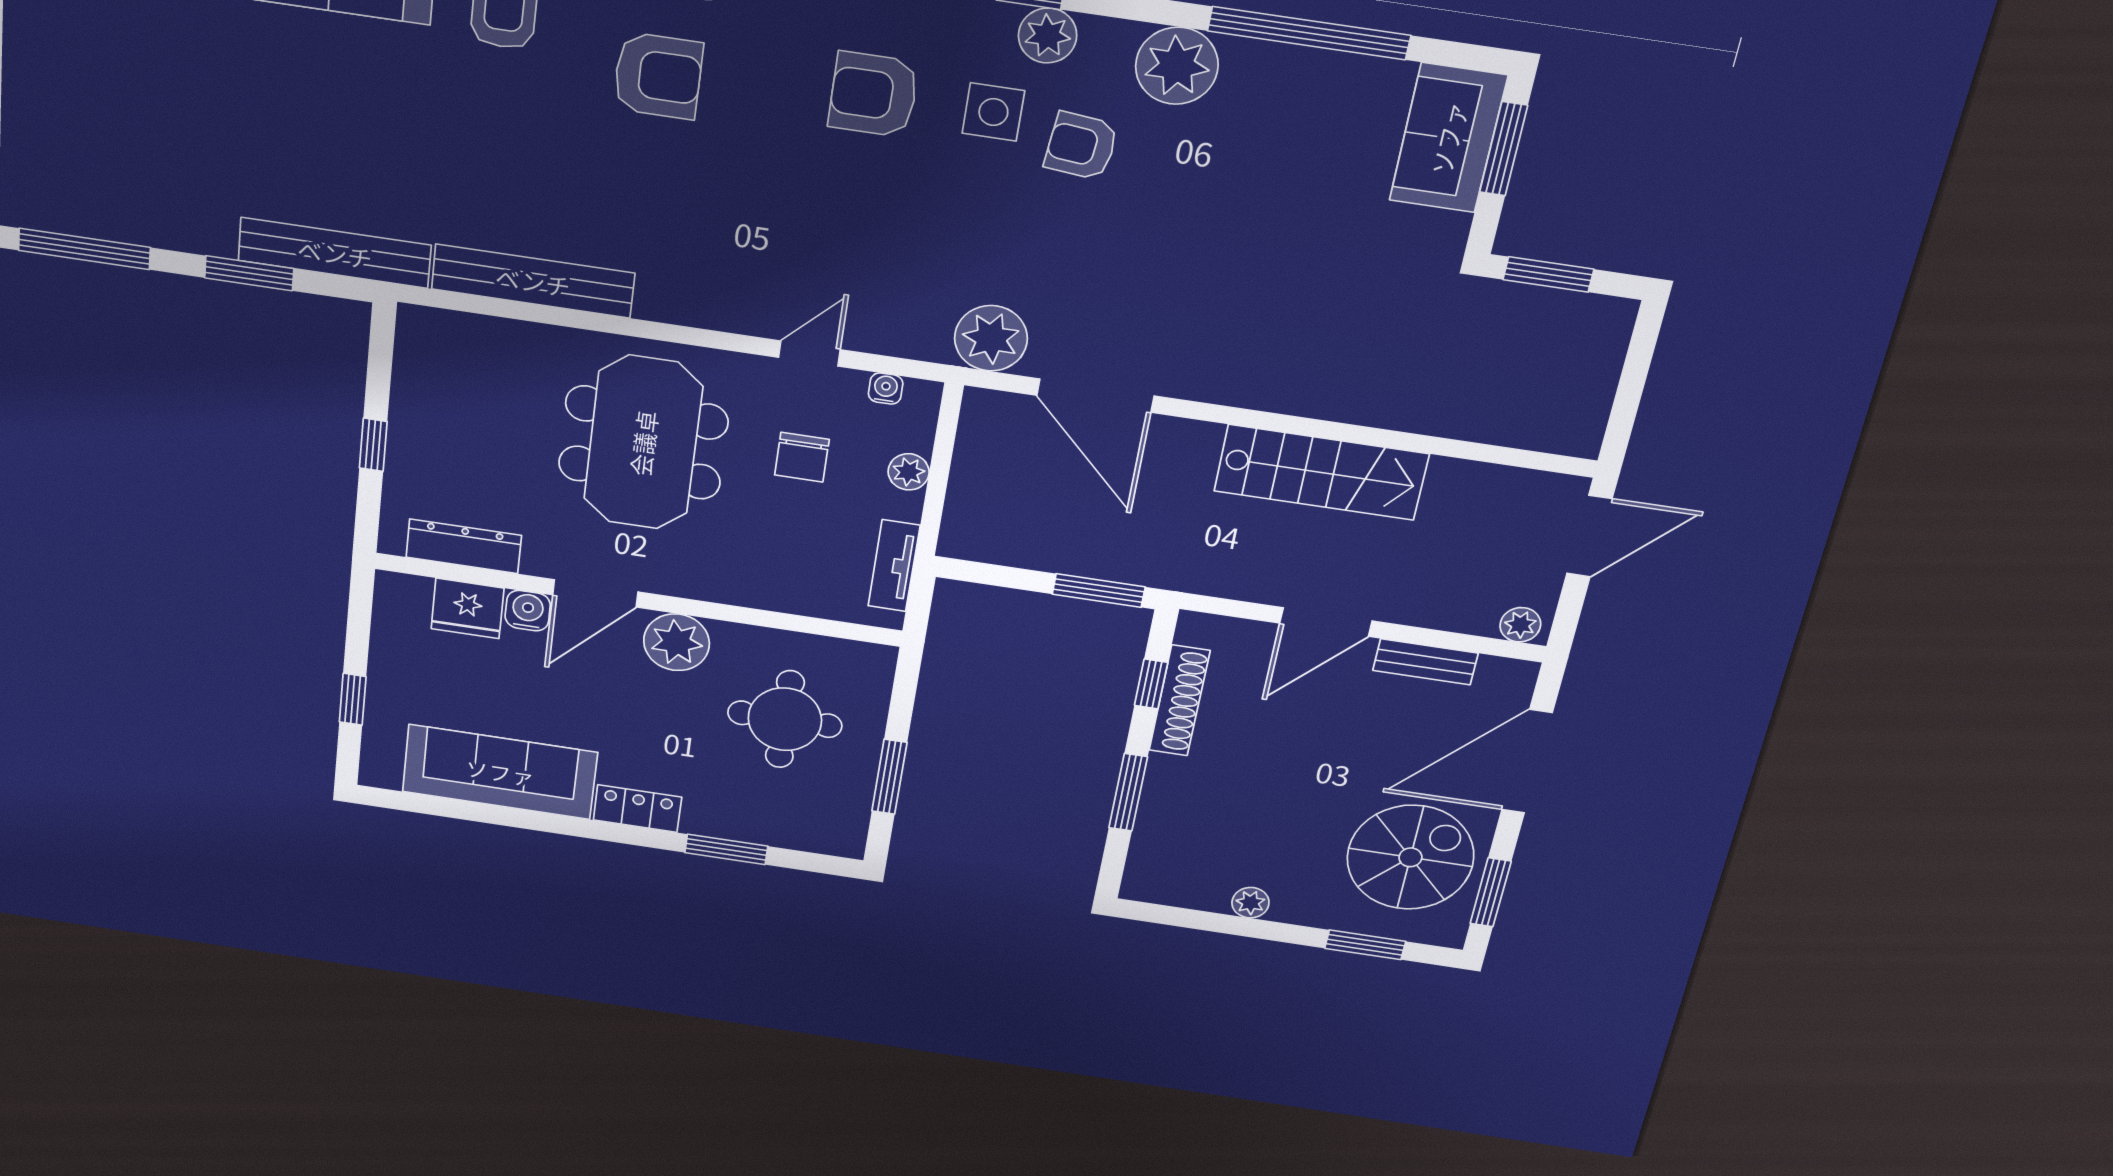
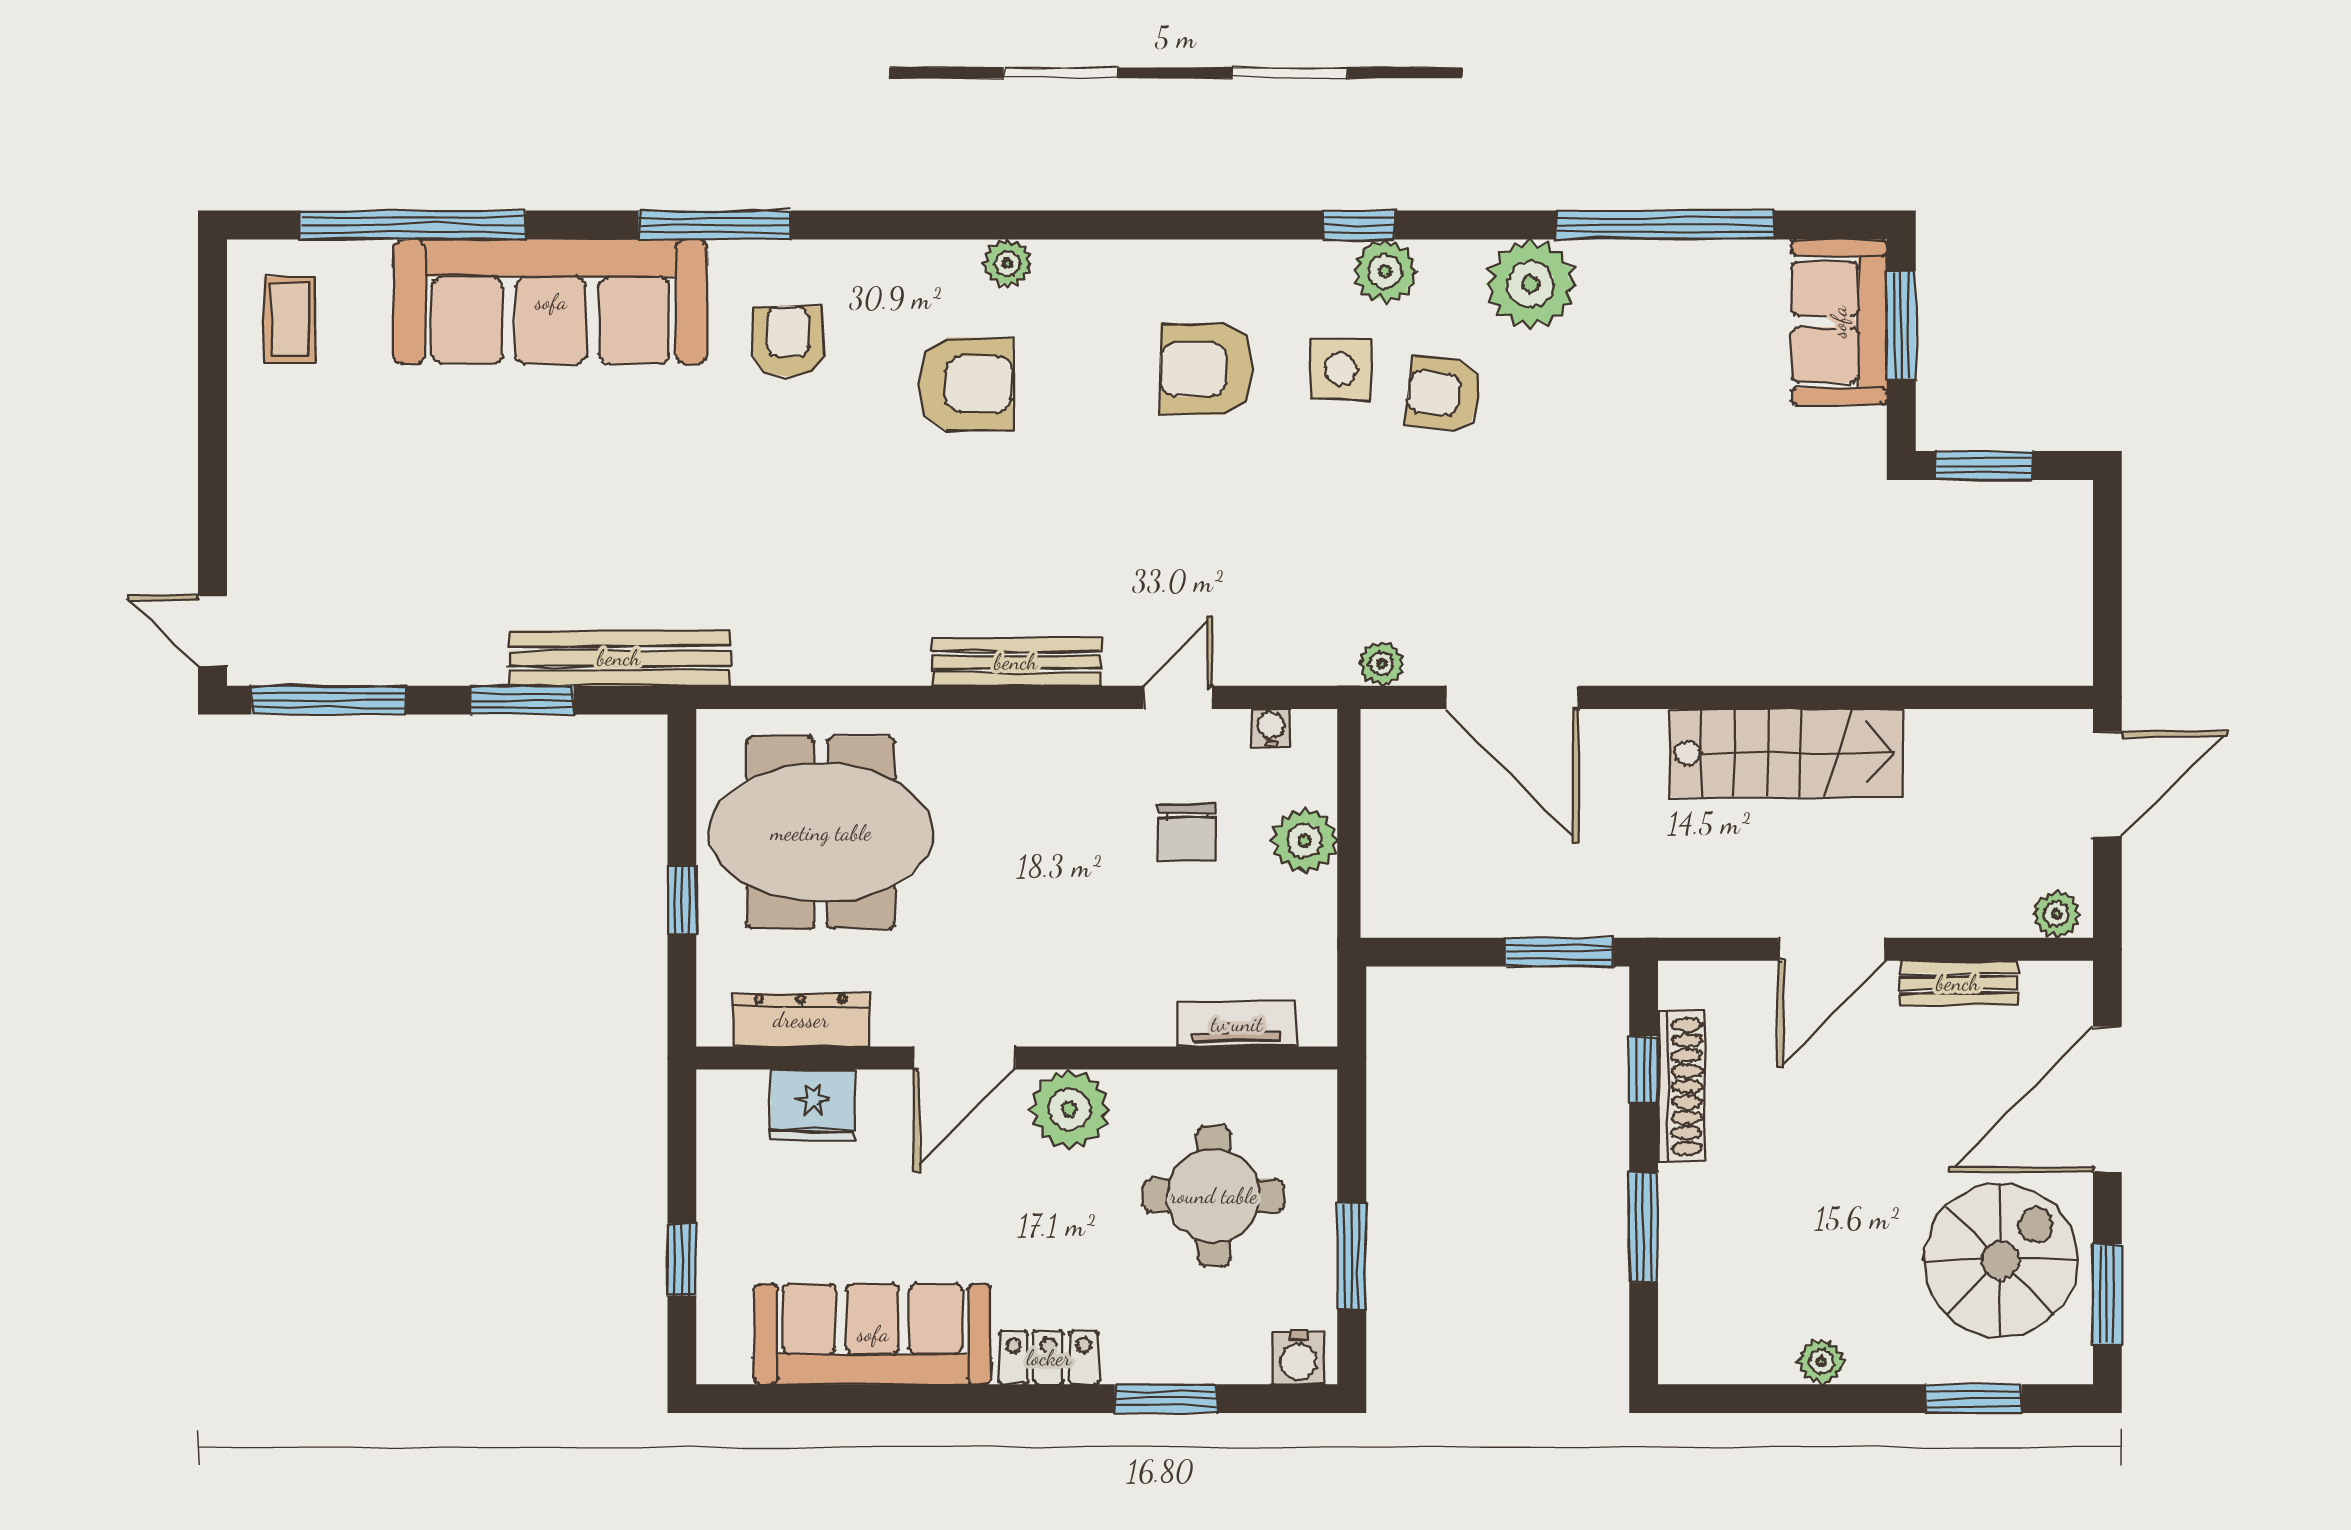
bench: (533, 281) -> (1016, 662), moved, width x0.73, depth x0.82
plant: (991, 338) -> (1381, 664), width x0.53, depth x0.53
meeting table: (643, 443) -> (821, 833), moved, turned 90
plant: (909, 472) -> (1304, 840), width x1.38, depth x1.38
tv unit: (894, 566) -> (1237, 1024), moved, turned 90
water cooler: (528, 611) -> (1298, 1358), moved, turned 180

